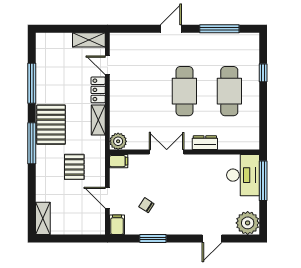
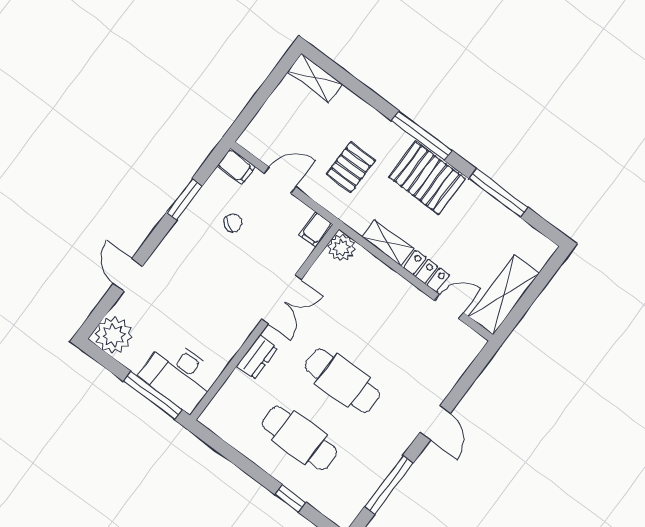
shelving: (89, 40) -> (504, 295), width x1.50, depth x1.33
pallet: (74, 167) -> (351, 167), turned 90

